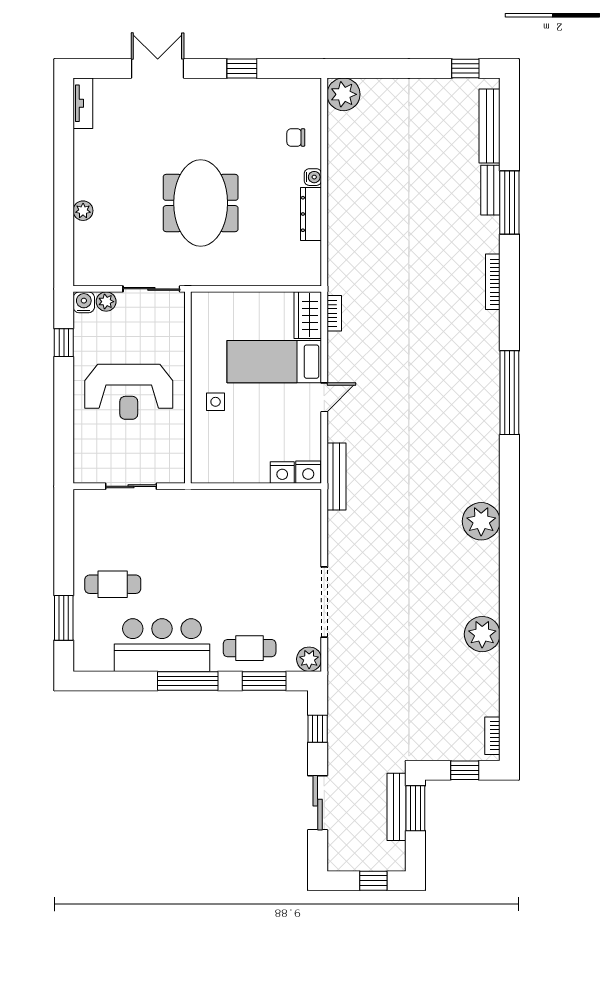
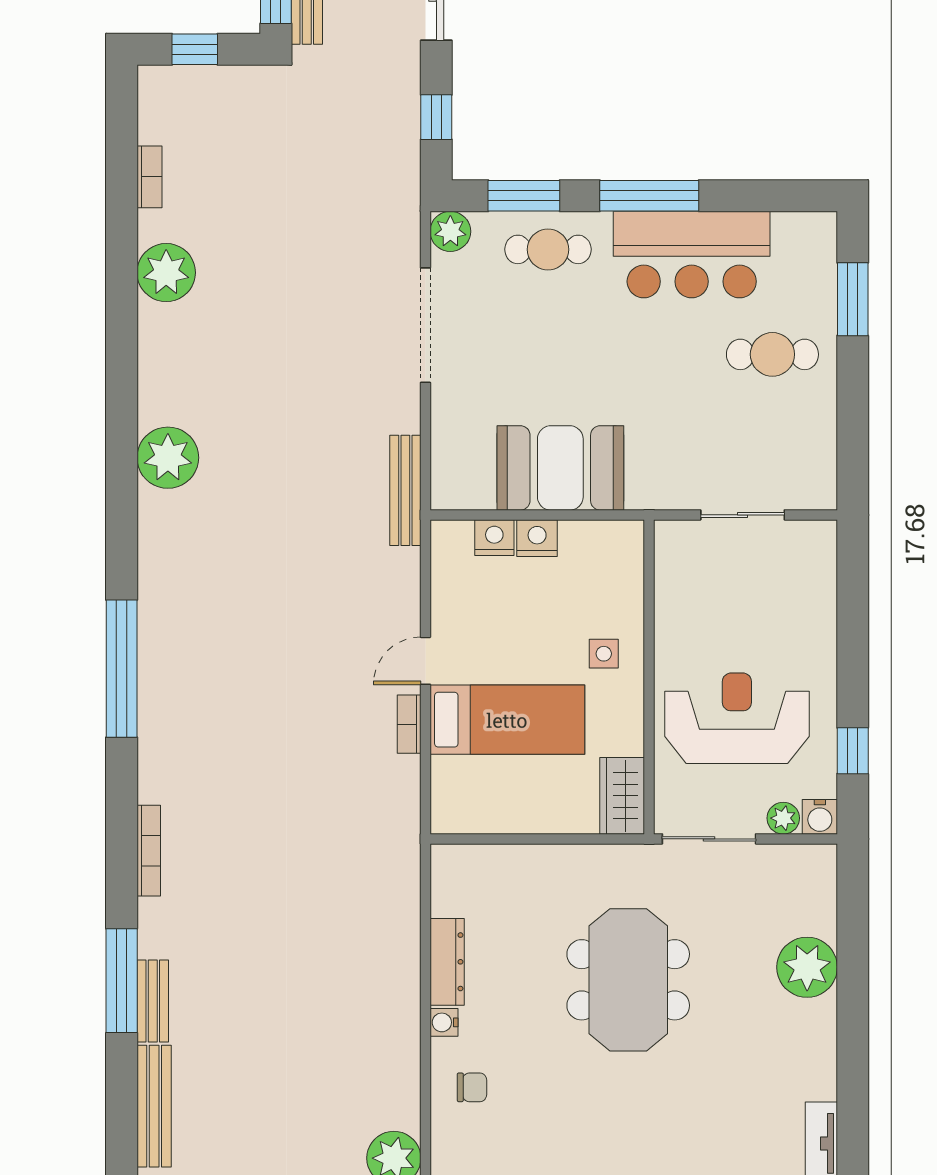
plant: (83, 211) -> (807, 967), width x1.88, depth x1.88
bookcase: (334, 313) -> (409, 724), moved
wardrobe: (308, 315) -> (622, 796), moved, turned 180
reception desk: (129, 392) -> (737, 718), moved
nightstand: (308, 472) -> (537, 538), moved
bench: (336, 476) -> (405, 490), moved
booth: (242, 515) -> (560, 468), added
bookcase: (492, 736) -> (149, 177), moved

